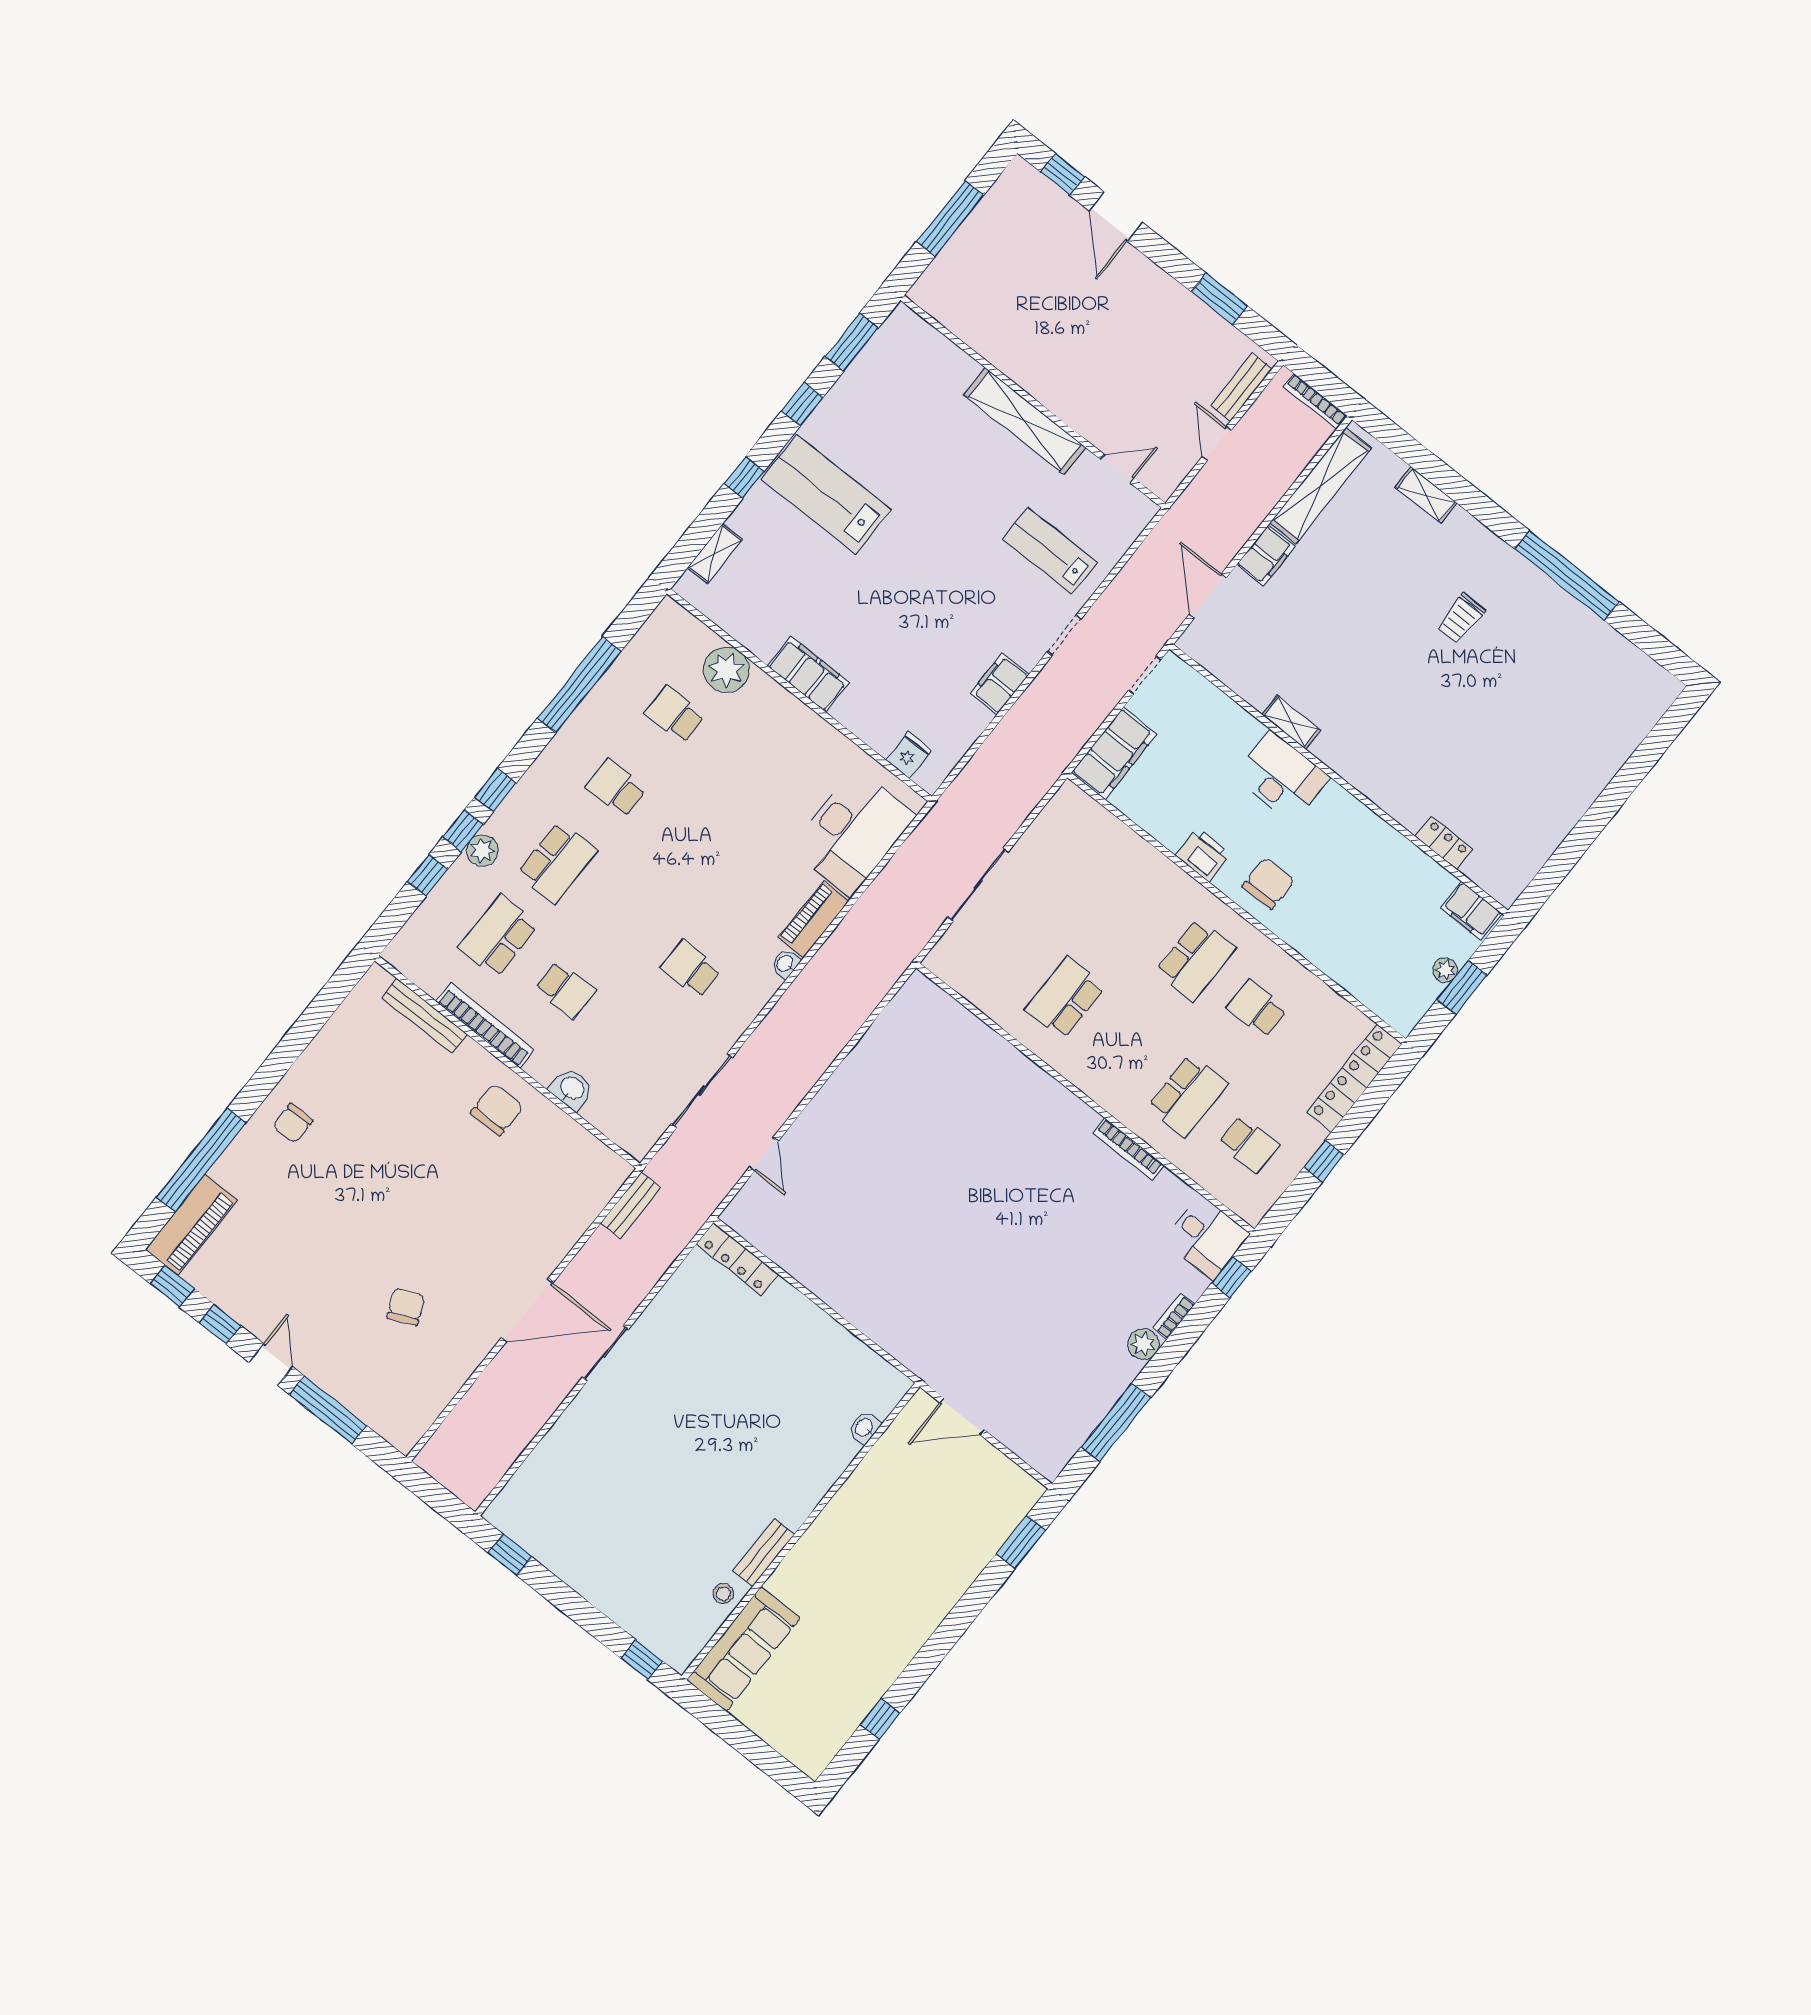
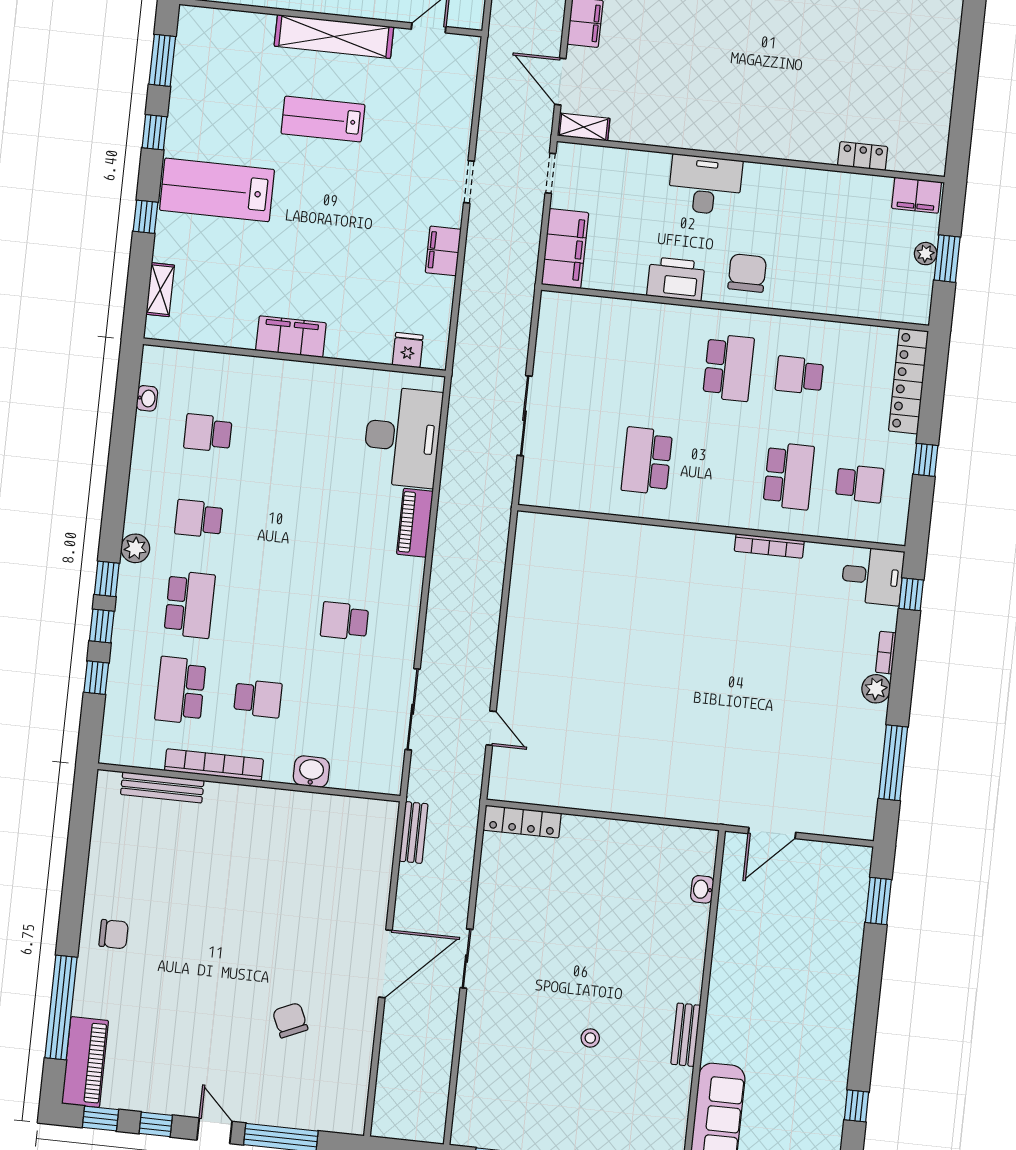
lab bench: (1049, 550) -> (323, 119), moved
plant: (726, 670) -> (226, 374), removed
window: (579, 685) -> (120, 457), removed
shelving: (1291, 722) -> (584, 127), moved
plant: (482, 851) -> (135, 548), moved
printer: (1203, 855) -> (676, 279), width x1.37, depth x1.19
washbasin: (785, 964) -> (147, 398), moved, turned 180
chair: (497, 1110) -> (264, 824), removed
chair: (293, 1123) -> (114, 934), turned -90
stool: (723, 1594) -> (590, 1038), moved

